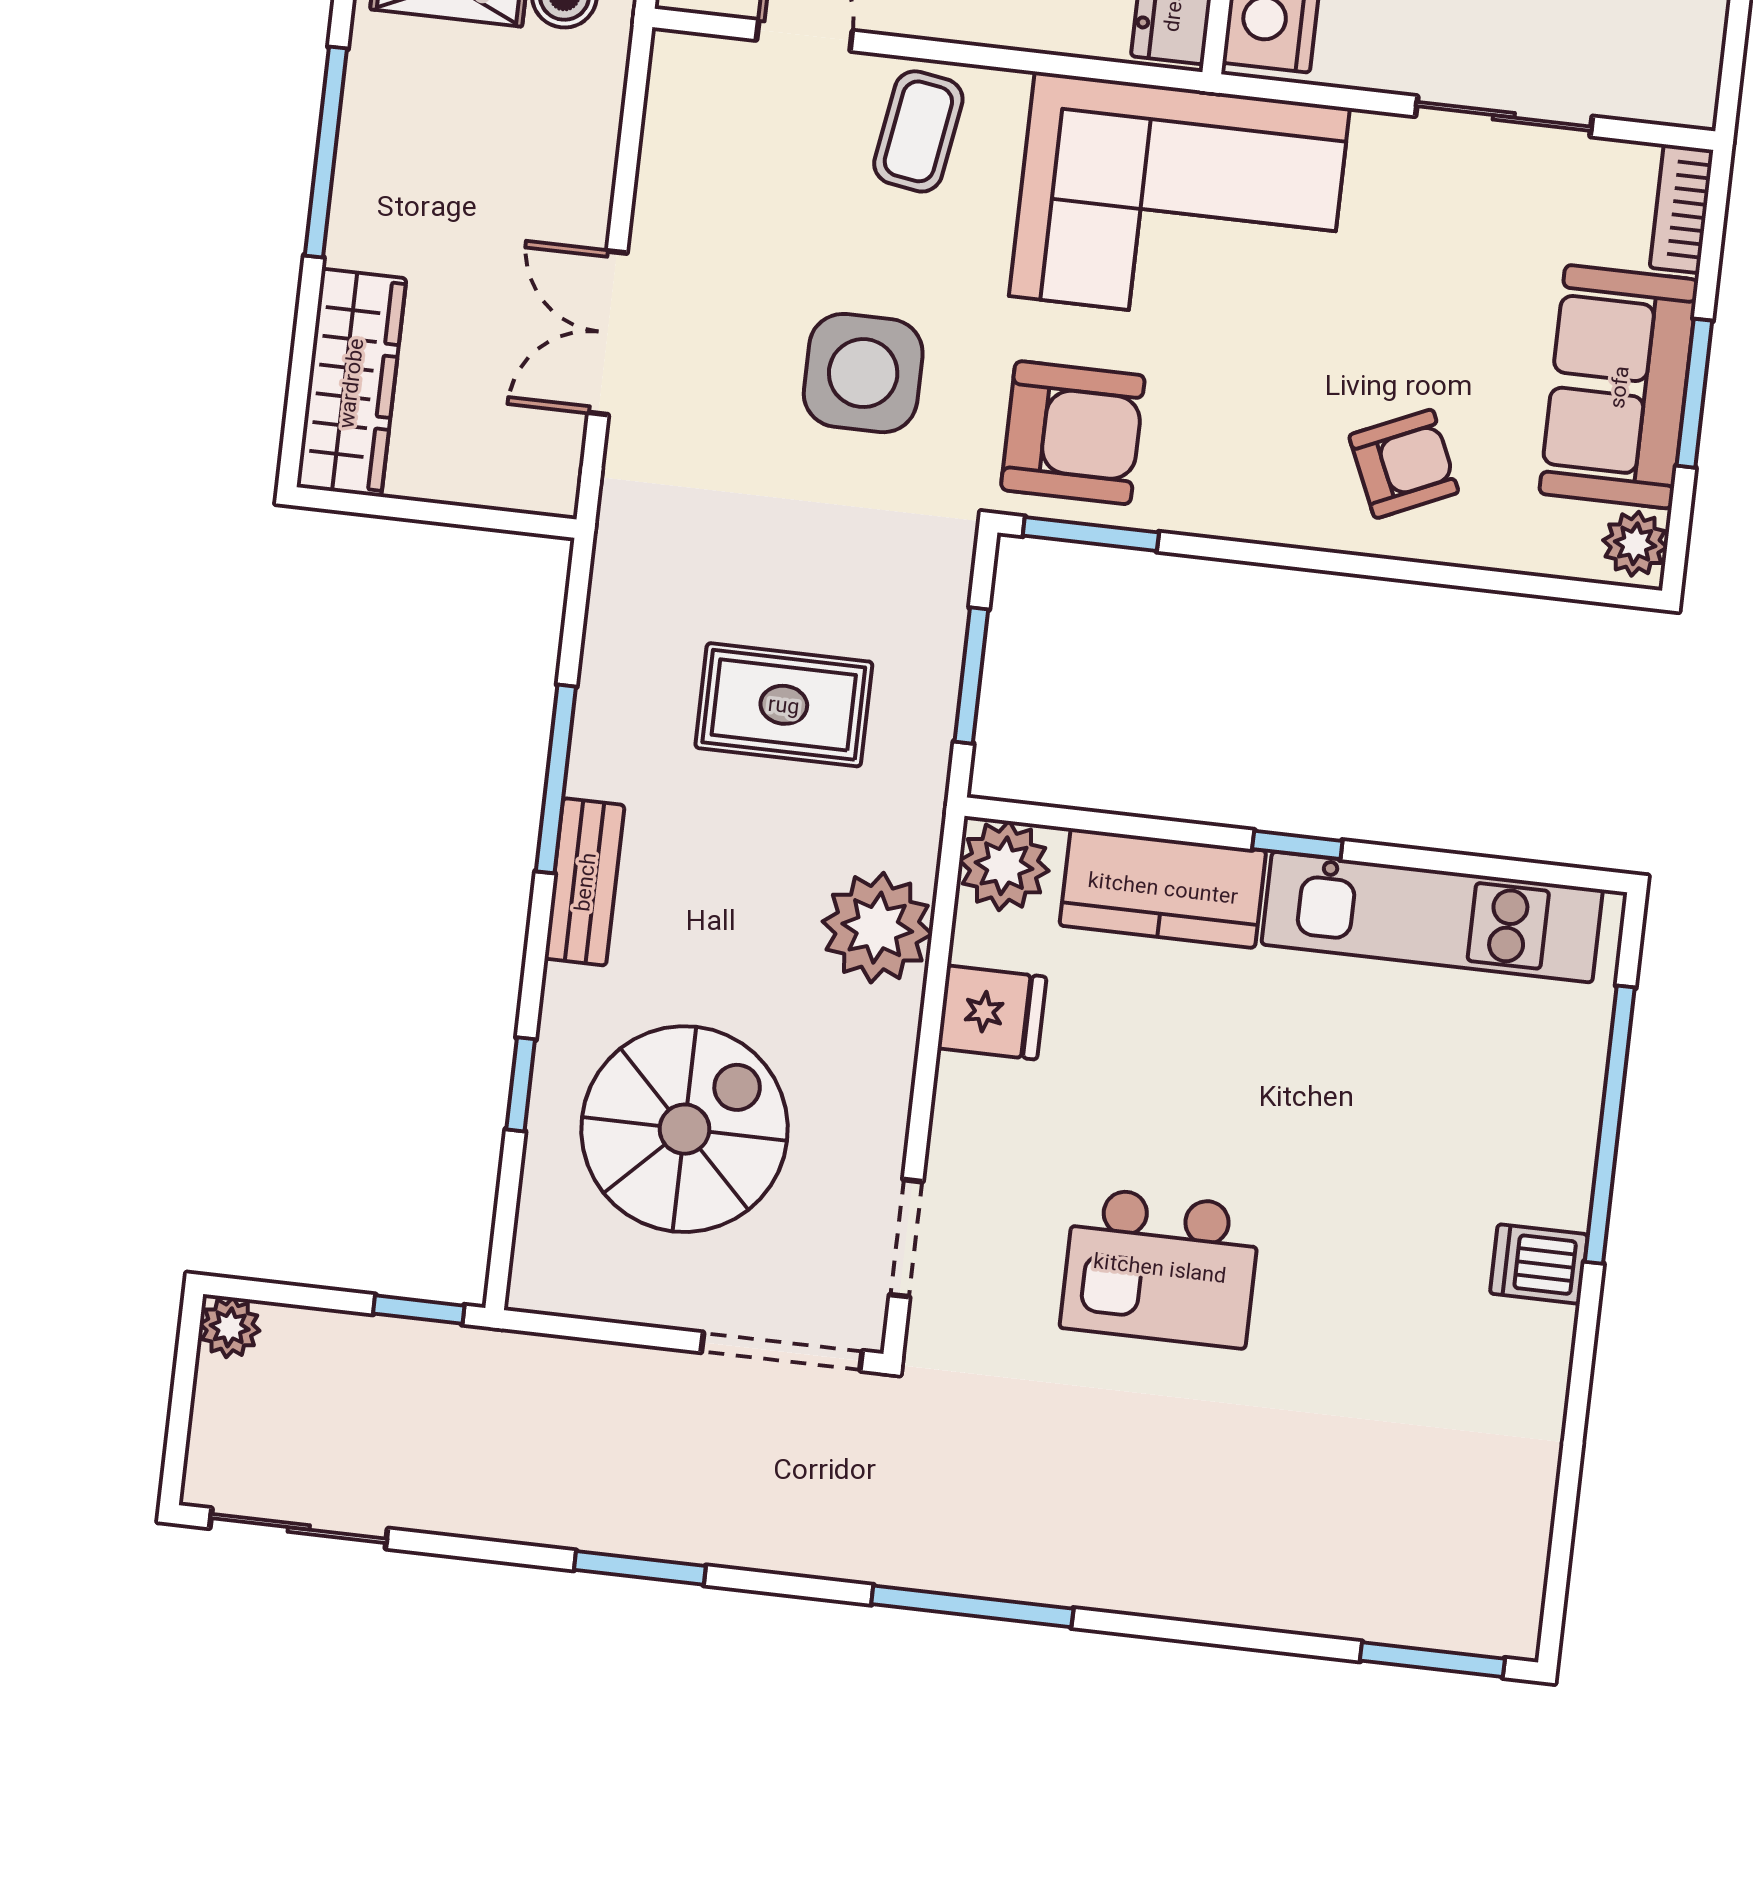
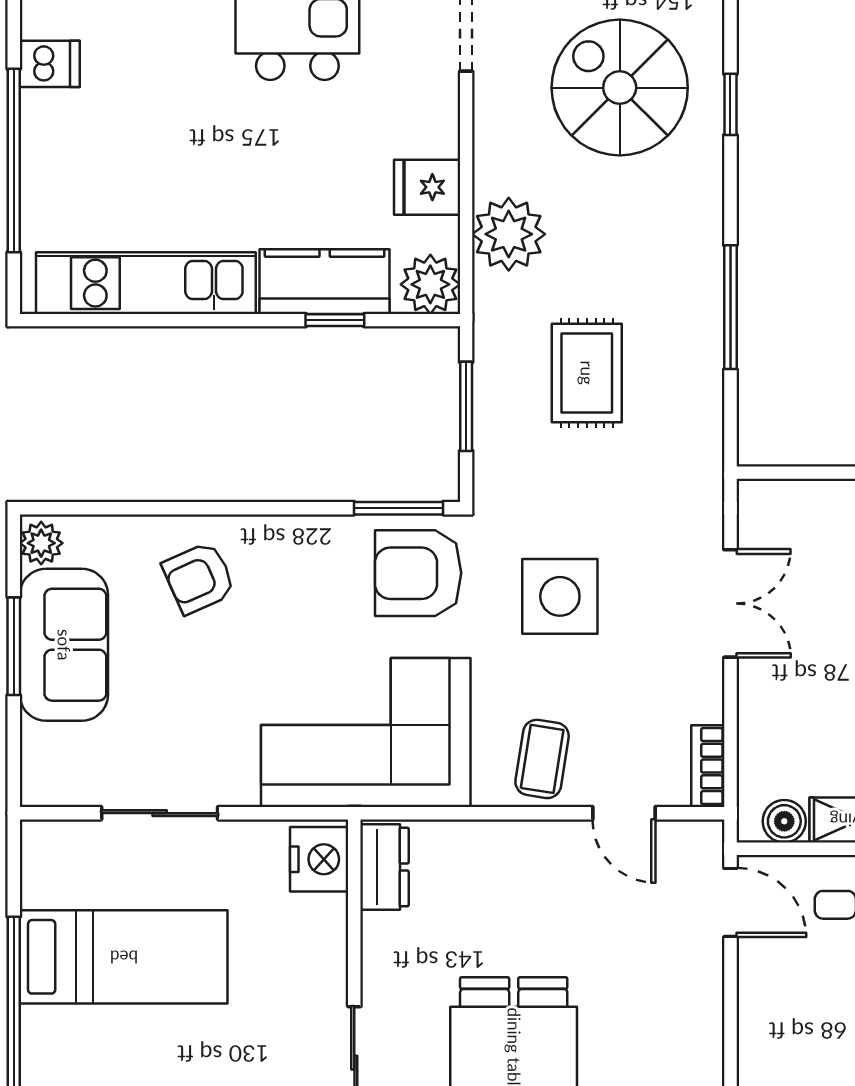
bookcase: (1681, 209) -> (708, 766), moved, turned 180
rug: (784, 705) -> (587, 373), turned 90
window: (1297, 845) -> (335, 320), moved
bench: (585, 882) -> (704, 242), removed
spiral stairs: (684, 1129) -> (620, 88), turned 90

